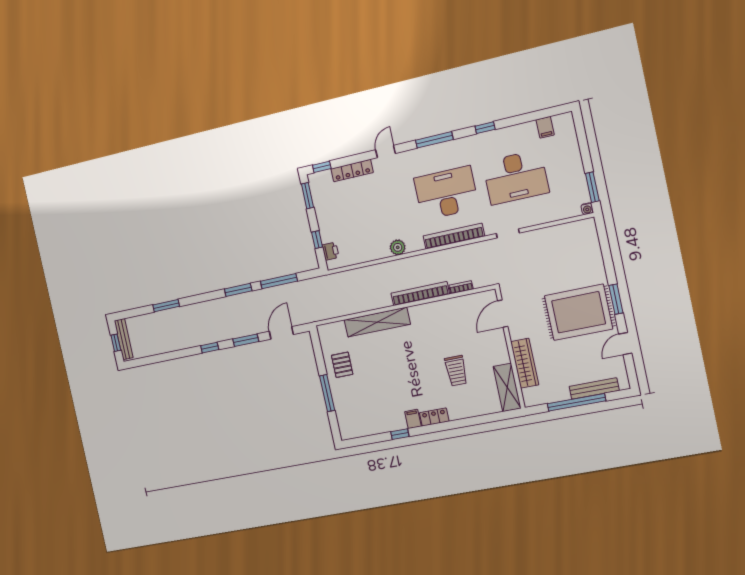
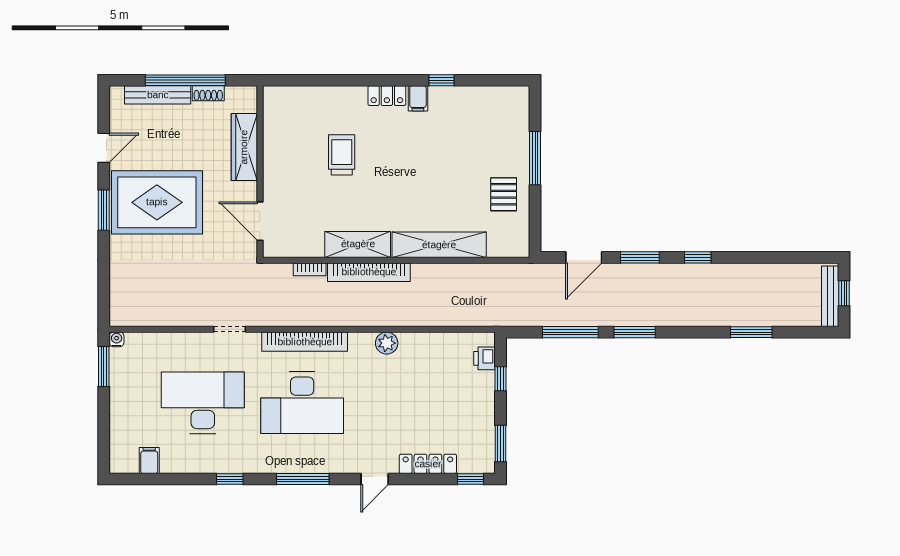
door: (503, 314) -> (260, 221), swing flipped
shelving: (507, 387) -> (358, 244), moved, turned 90
shoe rack: (558, 396) -> (208, 93), added

